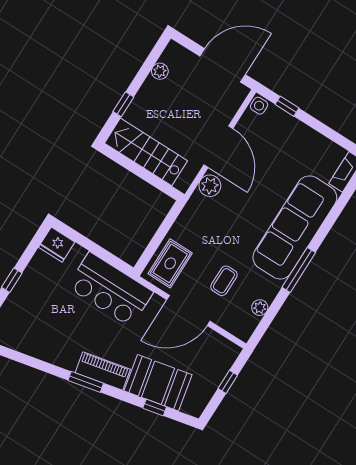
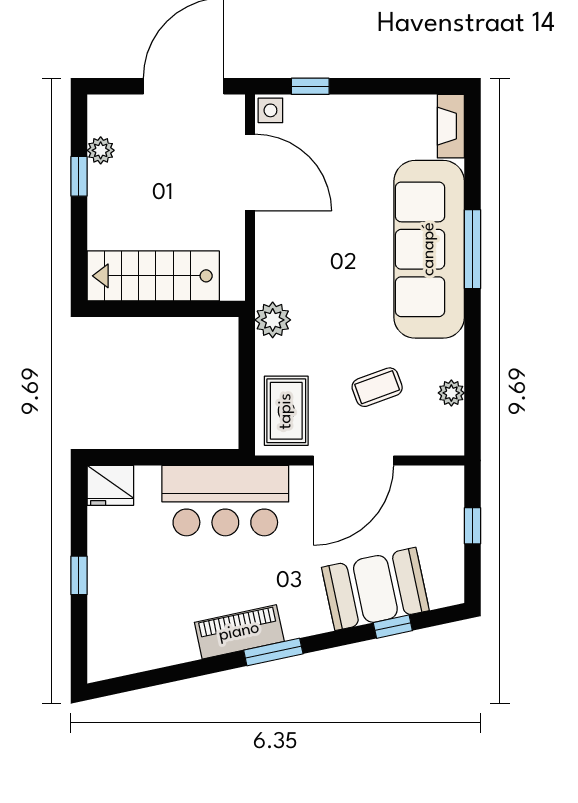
window: (123, 104) -> (79, 176), moved
door: (218, 147) -> (250, 172), moved
plant: (210, 186) -> (273, 320), moved
window: (299, 270) -> (473, 249), moved
coffee table: (224, 281) -> (377, 387), turned 70
piano: (103, 371) -> (239, 632), moved

